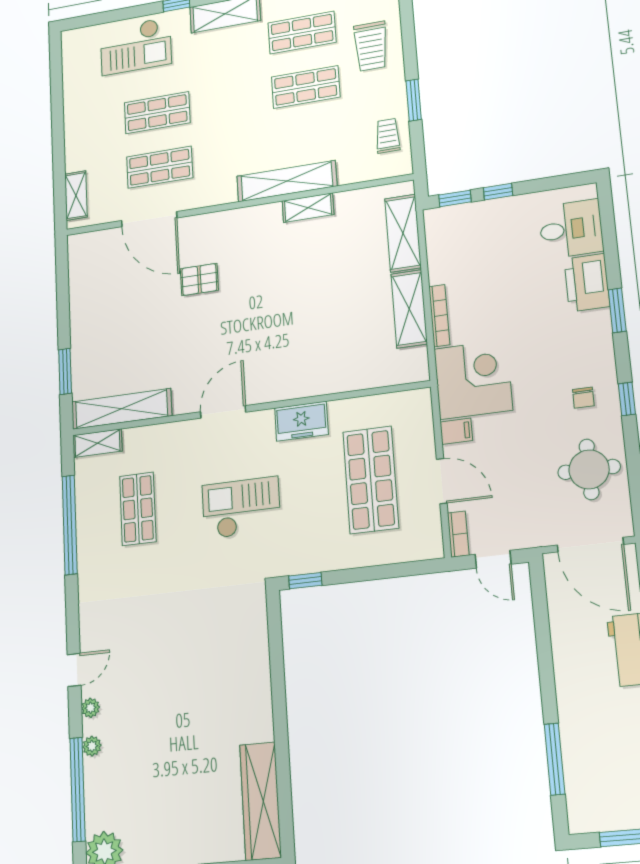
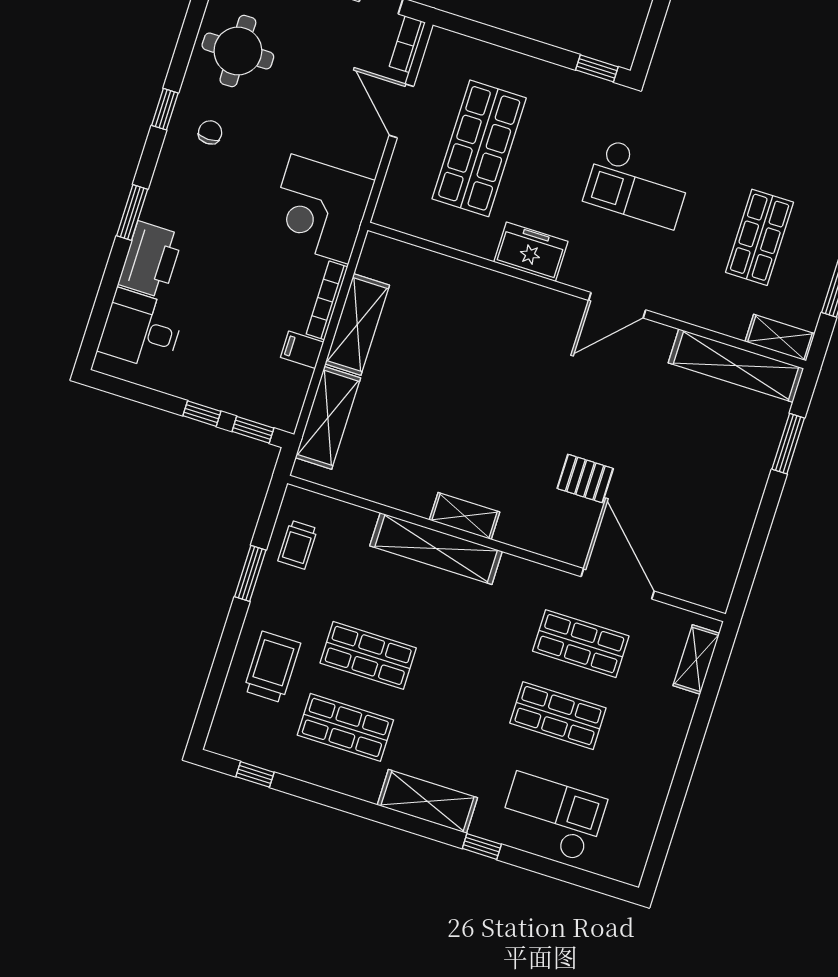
shelving: (308, 208) -> (465, 516), moved
filing cabinet: (456, 431) -> (302, 350), moved

